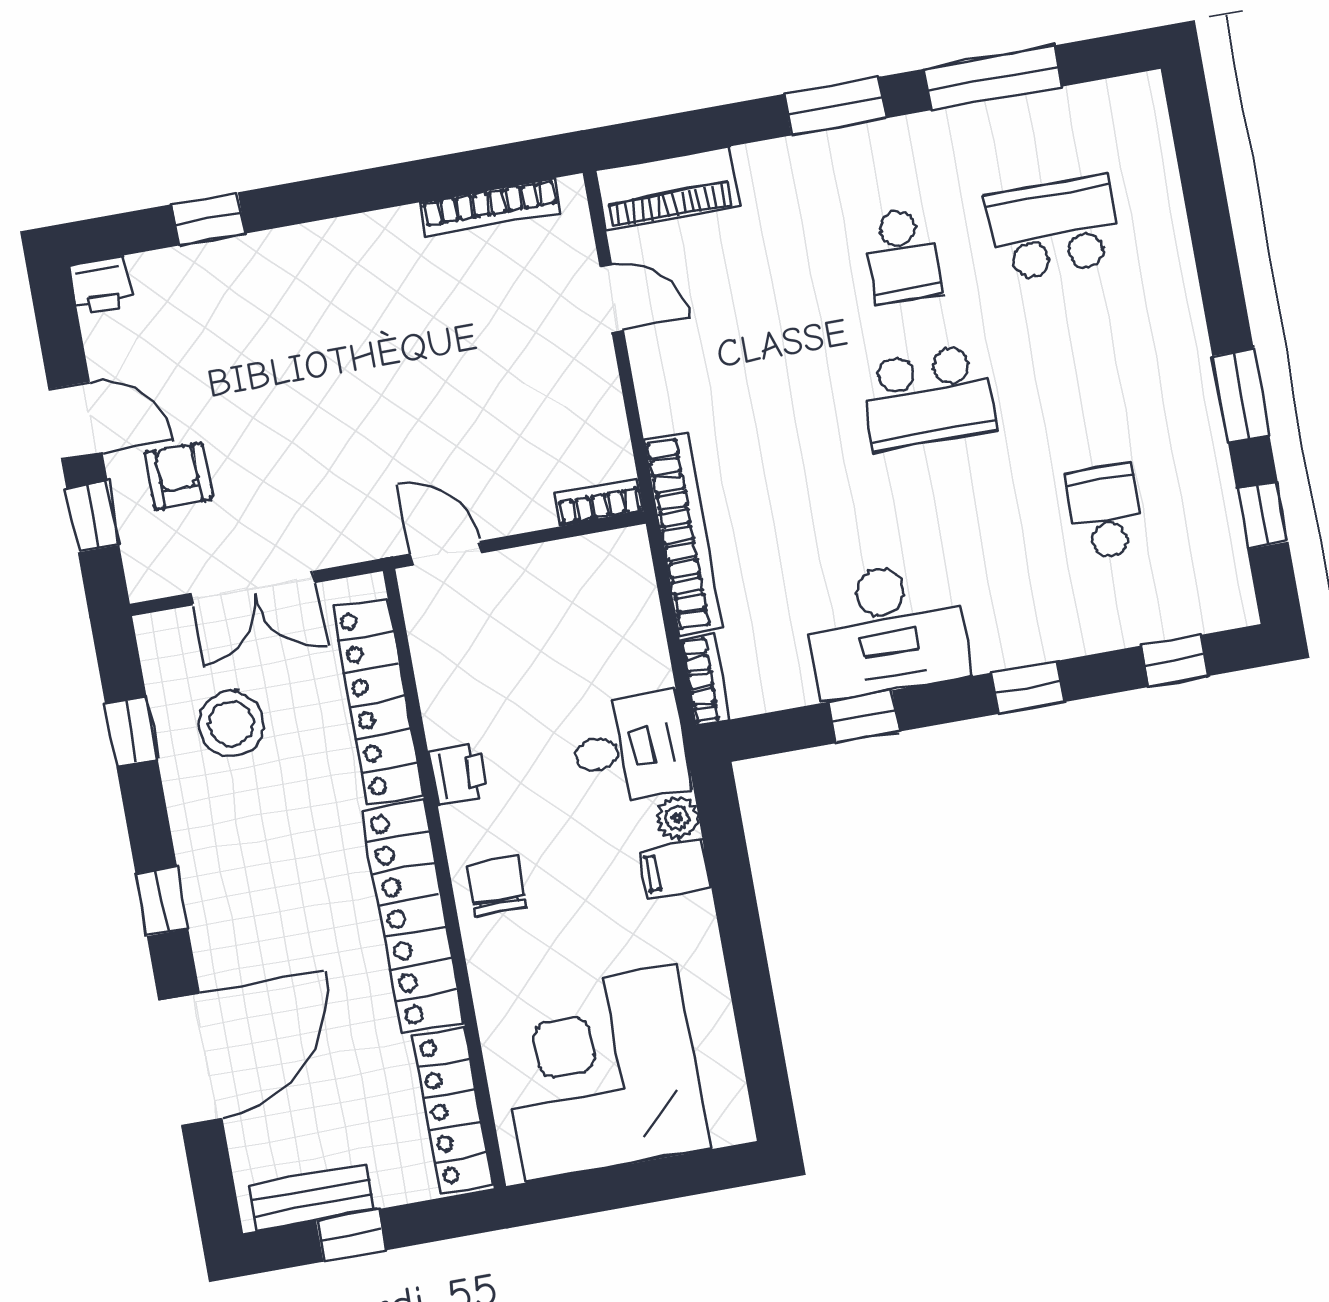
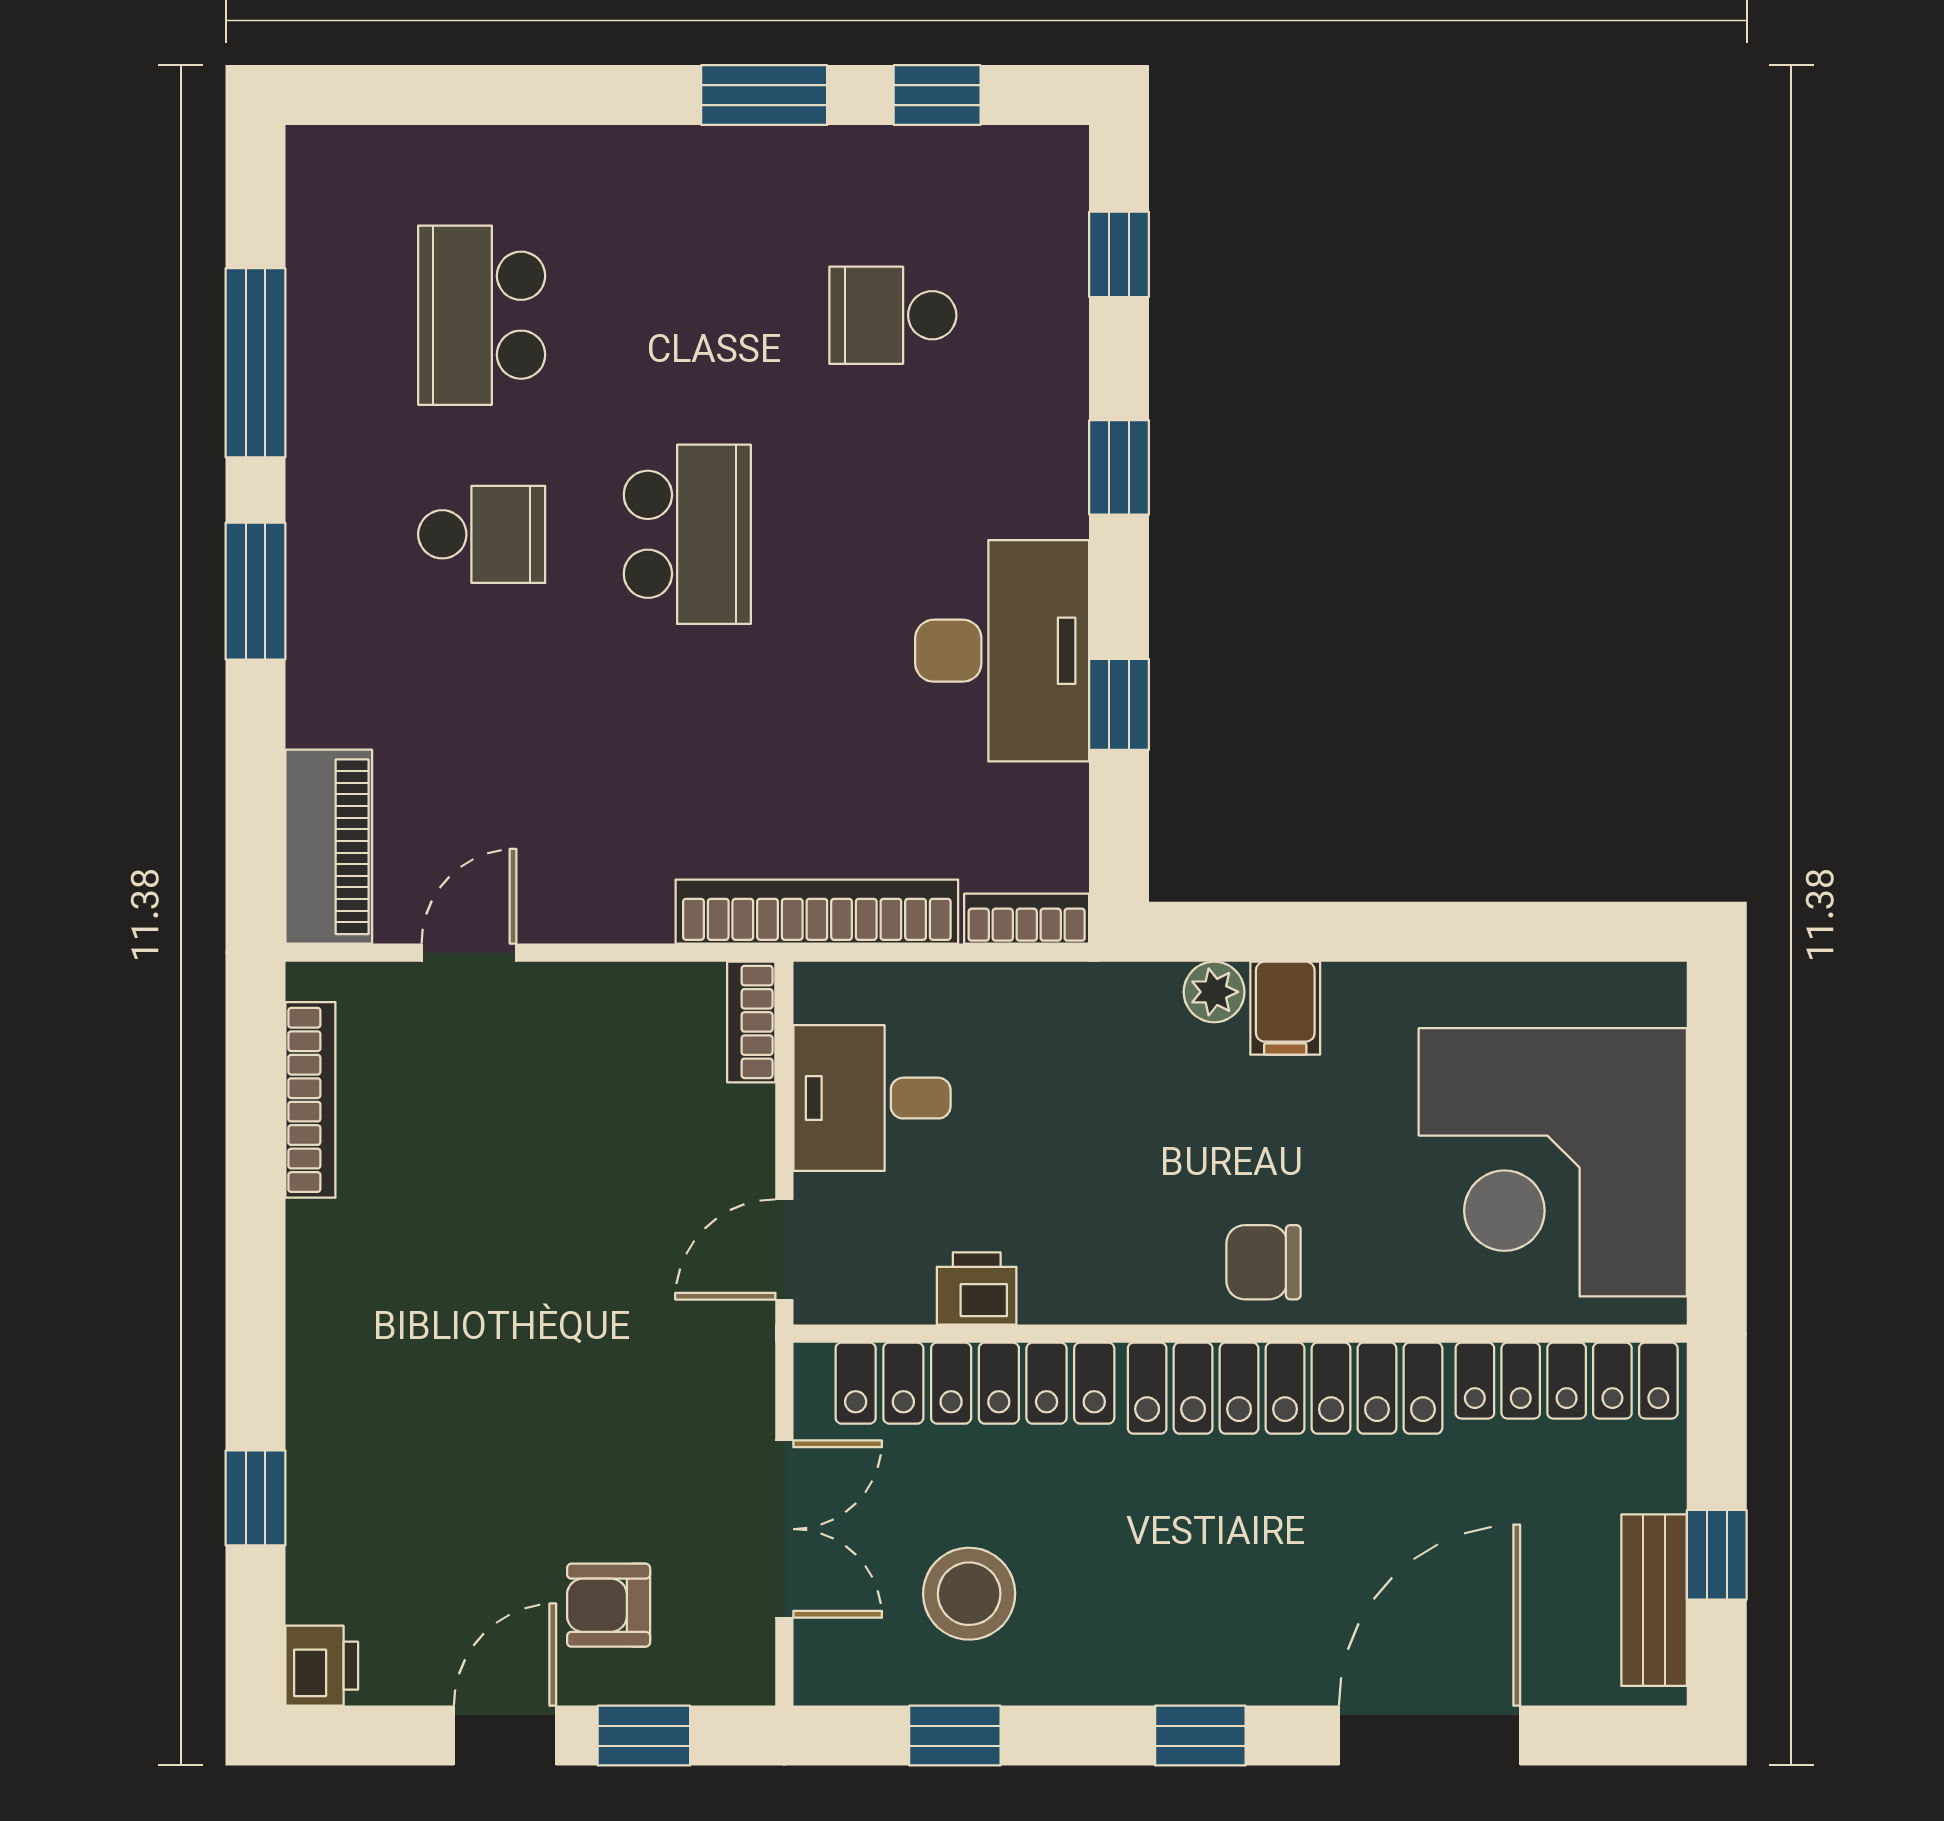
desk: (630, 749) -> (872, 1098), moved, turned -90
printer: (458, 774) -> (977, 1289), moved
door: (190, 1059) -> (1430, 1736), hinge flipped

